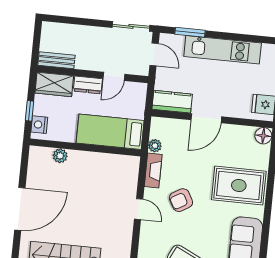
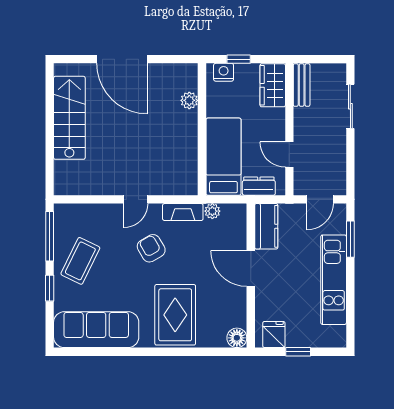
sliding door: (131, 26) -> (350, 106), moved
dresser: (88, 85) -> (259, 186), moved, turned 90

